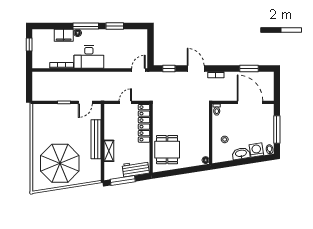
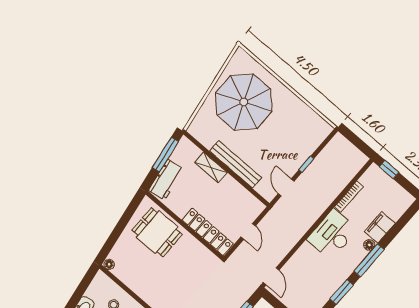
window: (29, 44) -> (389, 170), moved

